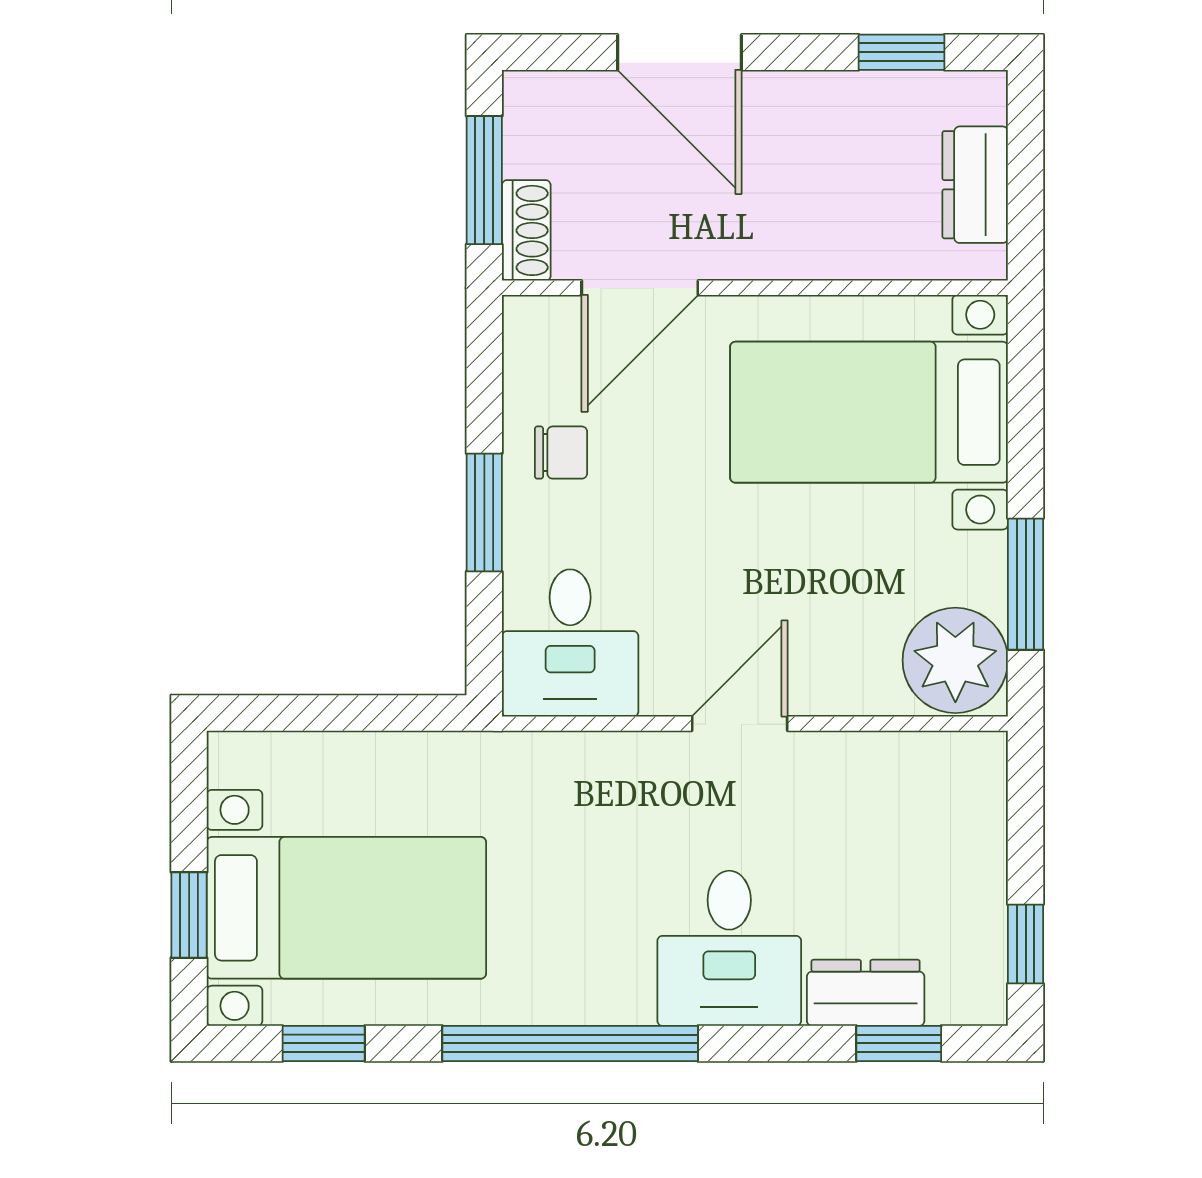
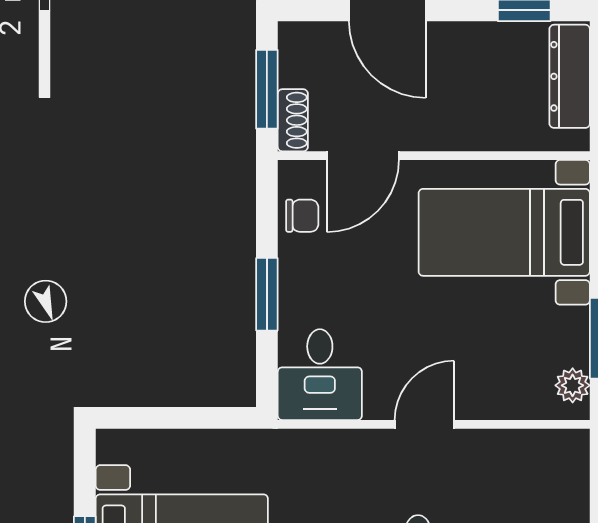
dresser: (975, 185) -> (570, 76), width x1.44
chair: (561, 453) -> (302, 216), moved
plant: (955, 660) -> (573, 385), width x0.53, depth x0.53

